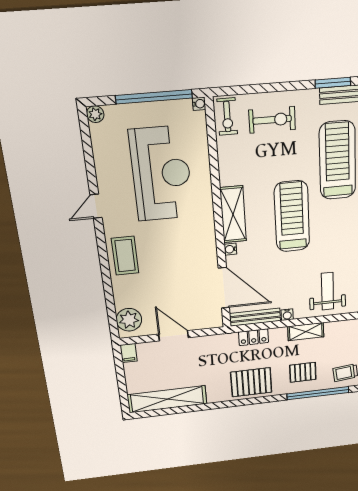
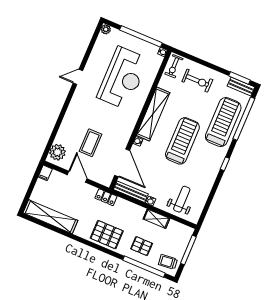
shelving: (233, 214) -> (153, 114), width x1.47
coffee table: (125, 256) -> (90, 143), moved
locker: (253, 337) -> (106, 197), moved

